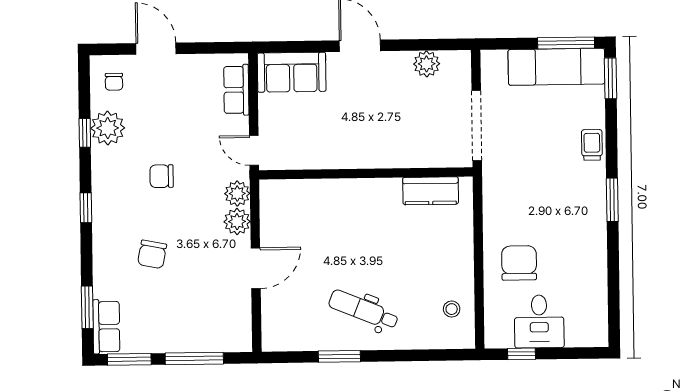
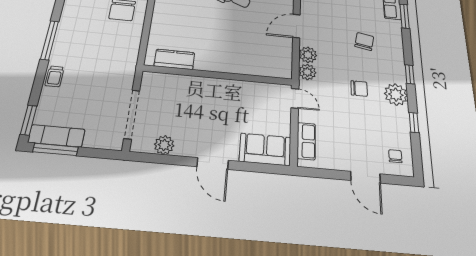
exam couch: (556, 67) -> (56, 136), width x0.73, depth x0.69
doorway: (477, 125) -> (132, 114), moved
plant: (108, 128) -> (396, 95), moved
window: (612, 200) -> (50, 40), width x1.44

